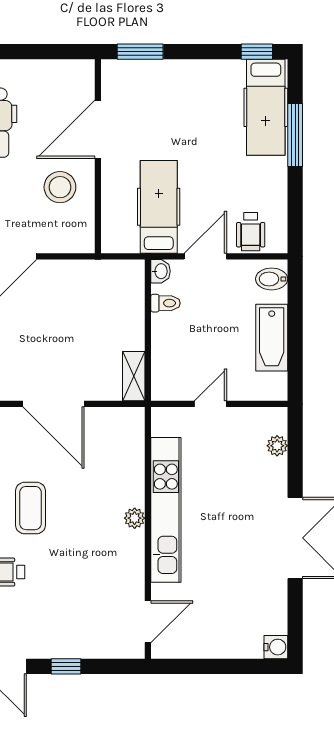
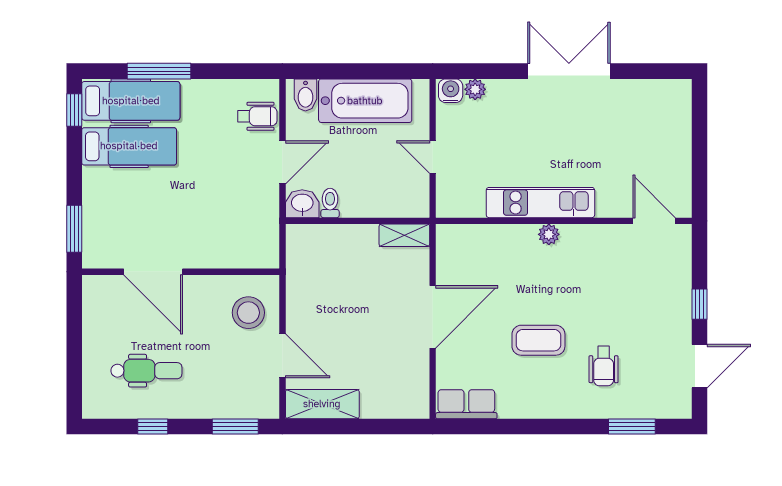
stool: (60, 187) -> (248, 313), moved
hospital bed: (159, 207) -> (129, 146), moved, turned 180
door: (205, 256) -> (282, 162), swing flipped
washbasin: (160, 271) -> (302, 204), width x1.38, depth x1.45
bathtub: (272, 338) -> (365, 101), width x1.36, depth x1.36
kitchen unit: (166, 510) -> (540, 203), width x0.73
water cooler: (276, 647) -> (451, 91), moved

